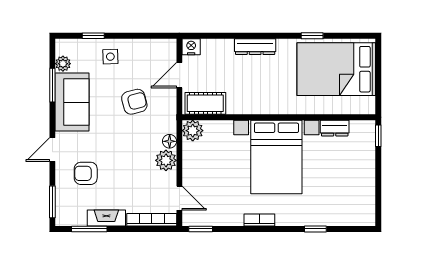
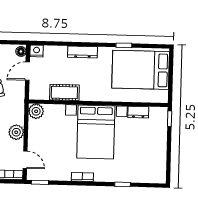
cot: (205, 103) -> (64, 92), moved
floor lamp: (170, 141) -> (21, 51), moved

